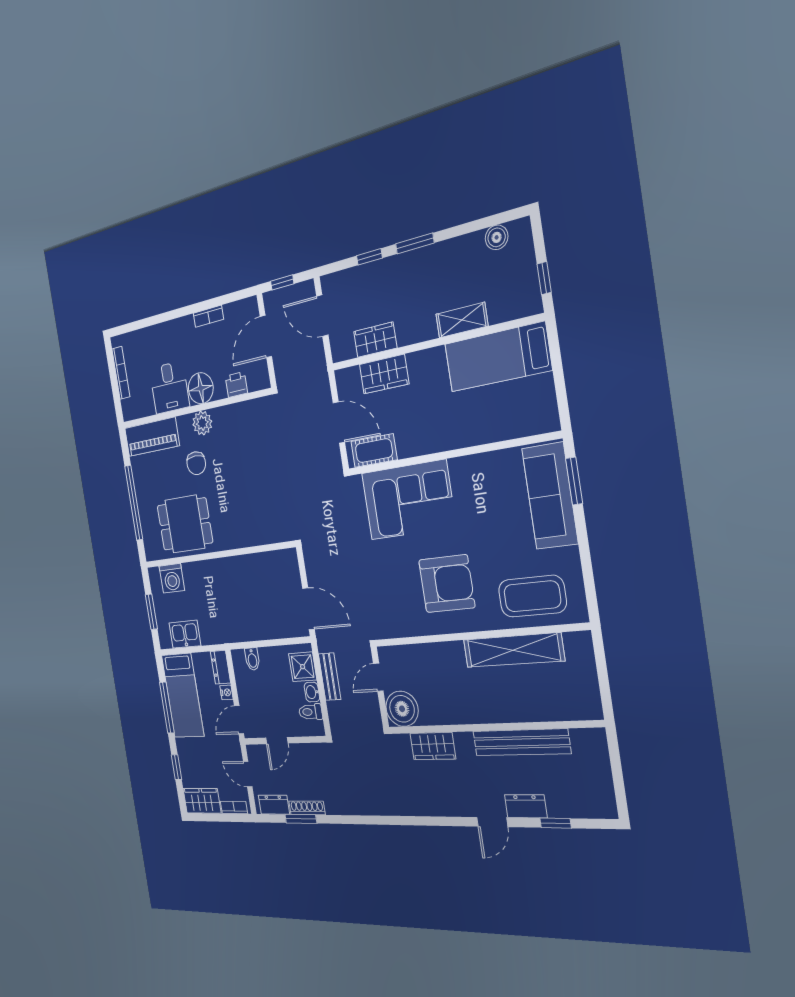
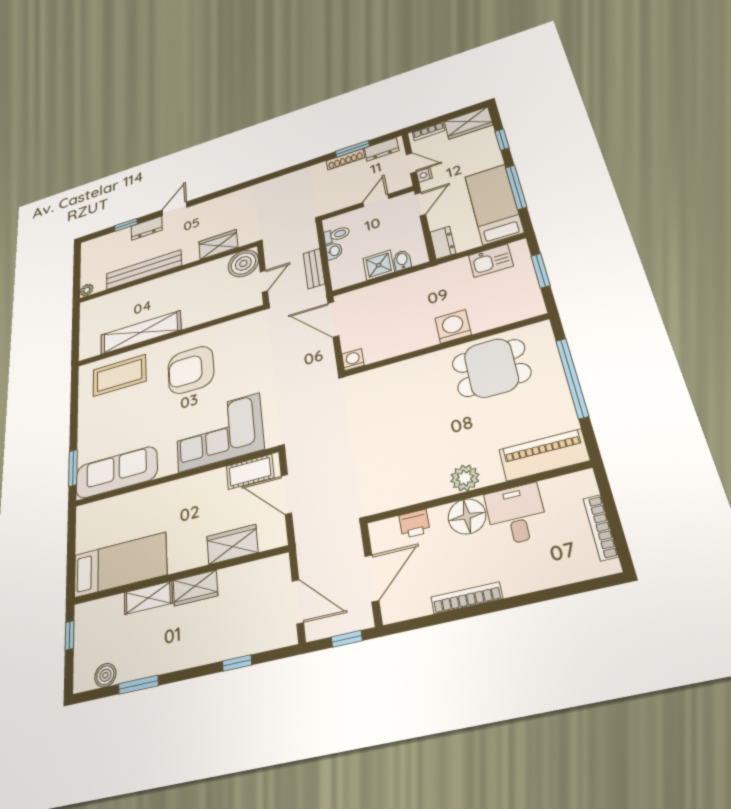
window: (415, 243) -> (138, 685), moved
bookcase: (208, 316) -> (467, 598), width x1.56
wardrobe: (375, 340) -> (195, 588), moved
chair: (196, 463) -> (474, 434), removed
sofa: (550, 496) -> (116, 472), moved, turned -90
washing machine: (289, 558) -> (353, 360), added
washing machine: (172, 578) -> (453, 326), moved
shower: (303, 667) -> (379, 265), moved
nightstand: (226, 692) -> (424, 175), moved
plant: (597, 737) -> (87, 290), added

